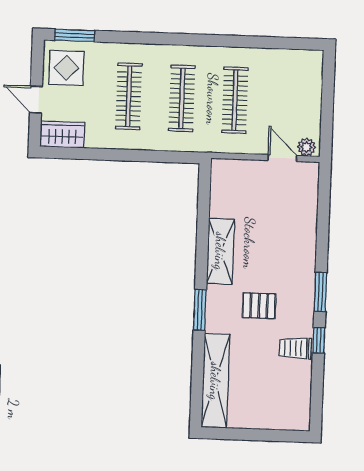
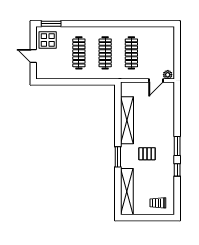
wardrobe: (62, 135) -> (47, 73), removed
door: (282, 158) -> (156, 81), swing flipped
shelving: (220, 251) -> (127, 120), width x1.47
trolley: (295, 348) -> (158, 203), moved

